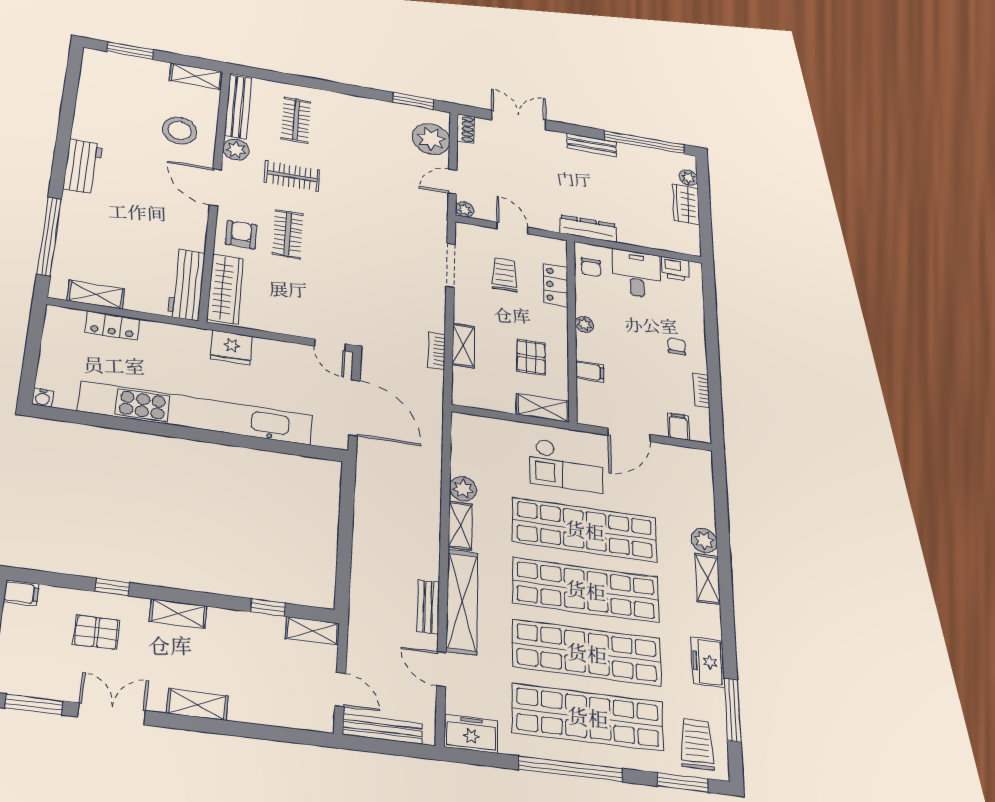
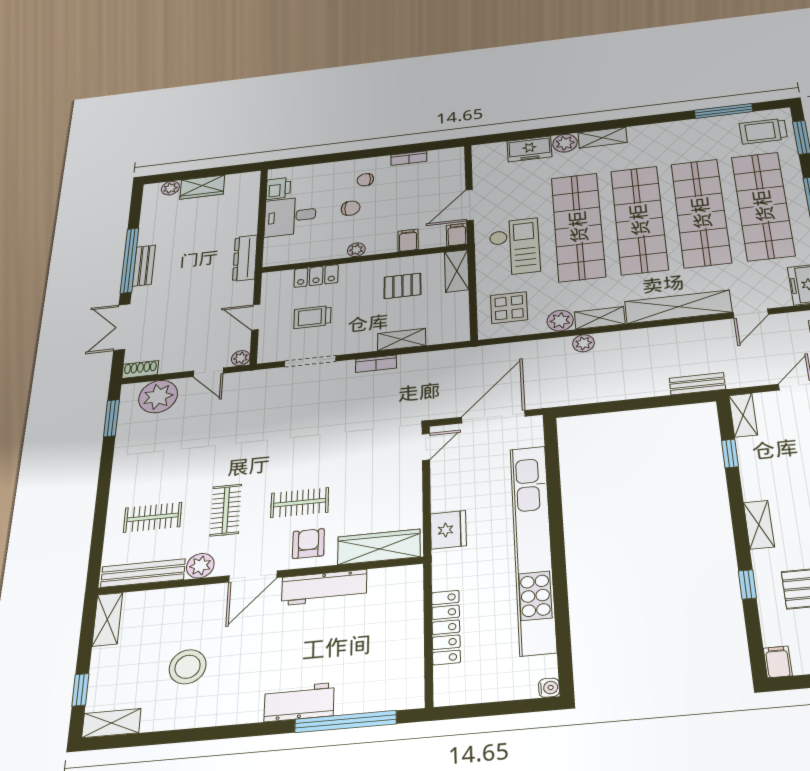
window: (130, 51) -> (80, 690), width x0.67
stool: (180, 131) -> (188, 667), moved
window: (644, 142) -> (130, 260), moved
workbench: (83, 166) -> (299, 702), moved
door: (512, 228) -> (256, 317), hinge flipped
armchair: (241, 235) -> (308, 544), turned 90
chair: (591, 267) -> (351, 208), moved
workbench: (186, 285) -> (324, 587), moved
shelving: (96, 295) -> (111, 723), moved, turned 90
locker: (112, 326) -> (446, 627), width x1.53
bookcase: (437, 351) -> (376, 364), moved
filing cabinet: (679, 427) -> (457, 235), moved, turned 90
door: (629, 435) -> (470, 205), swing flipped
display table: (487, 446) -> (509, 308), added
plant: (430, 504) -> (583, 343), added
bench: (428, 607) -> (697, 384), moved
freezer: (708, 662) -> (529, 149), moved

